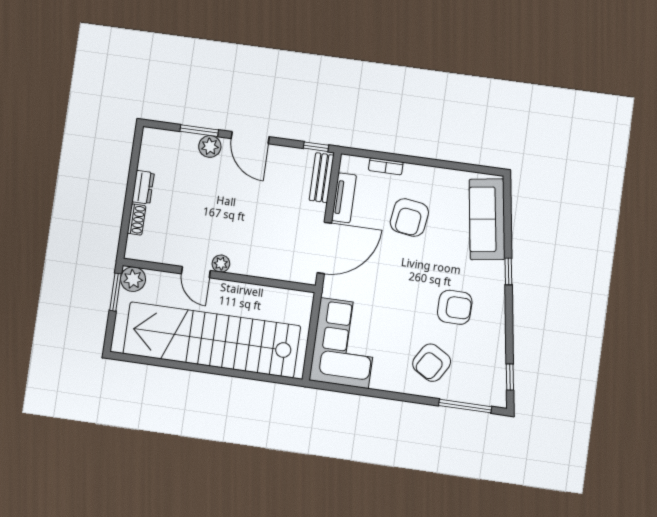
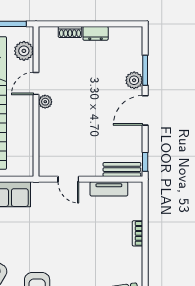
bookcase: (386, 166) -> (138, 233), moved
armchair: (409, 218) -> (101, 241), removed
door: (324, 248) -> (68, 179), width x0.53
plant: (133, 279) -> (24, 51), moved

